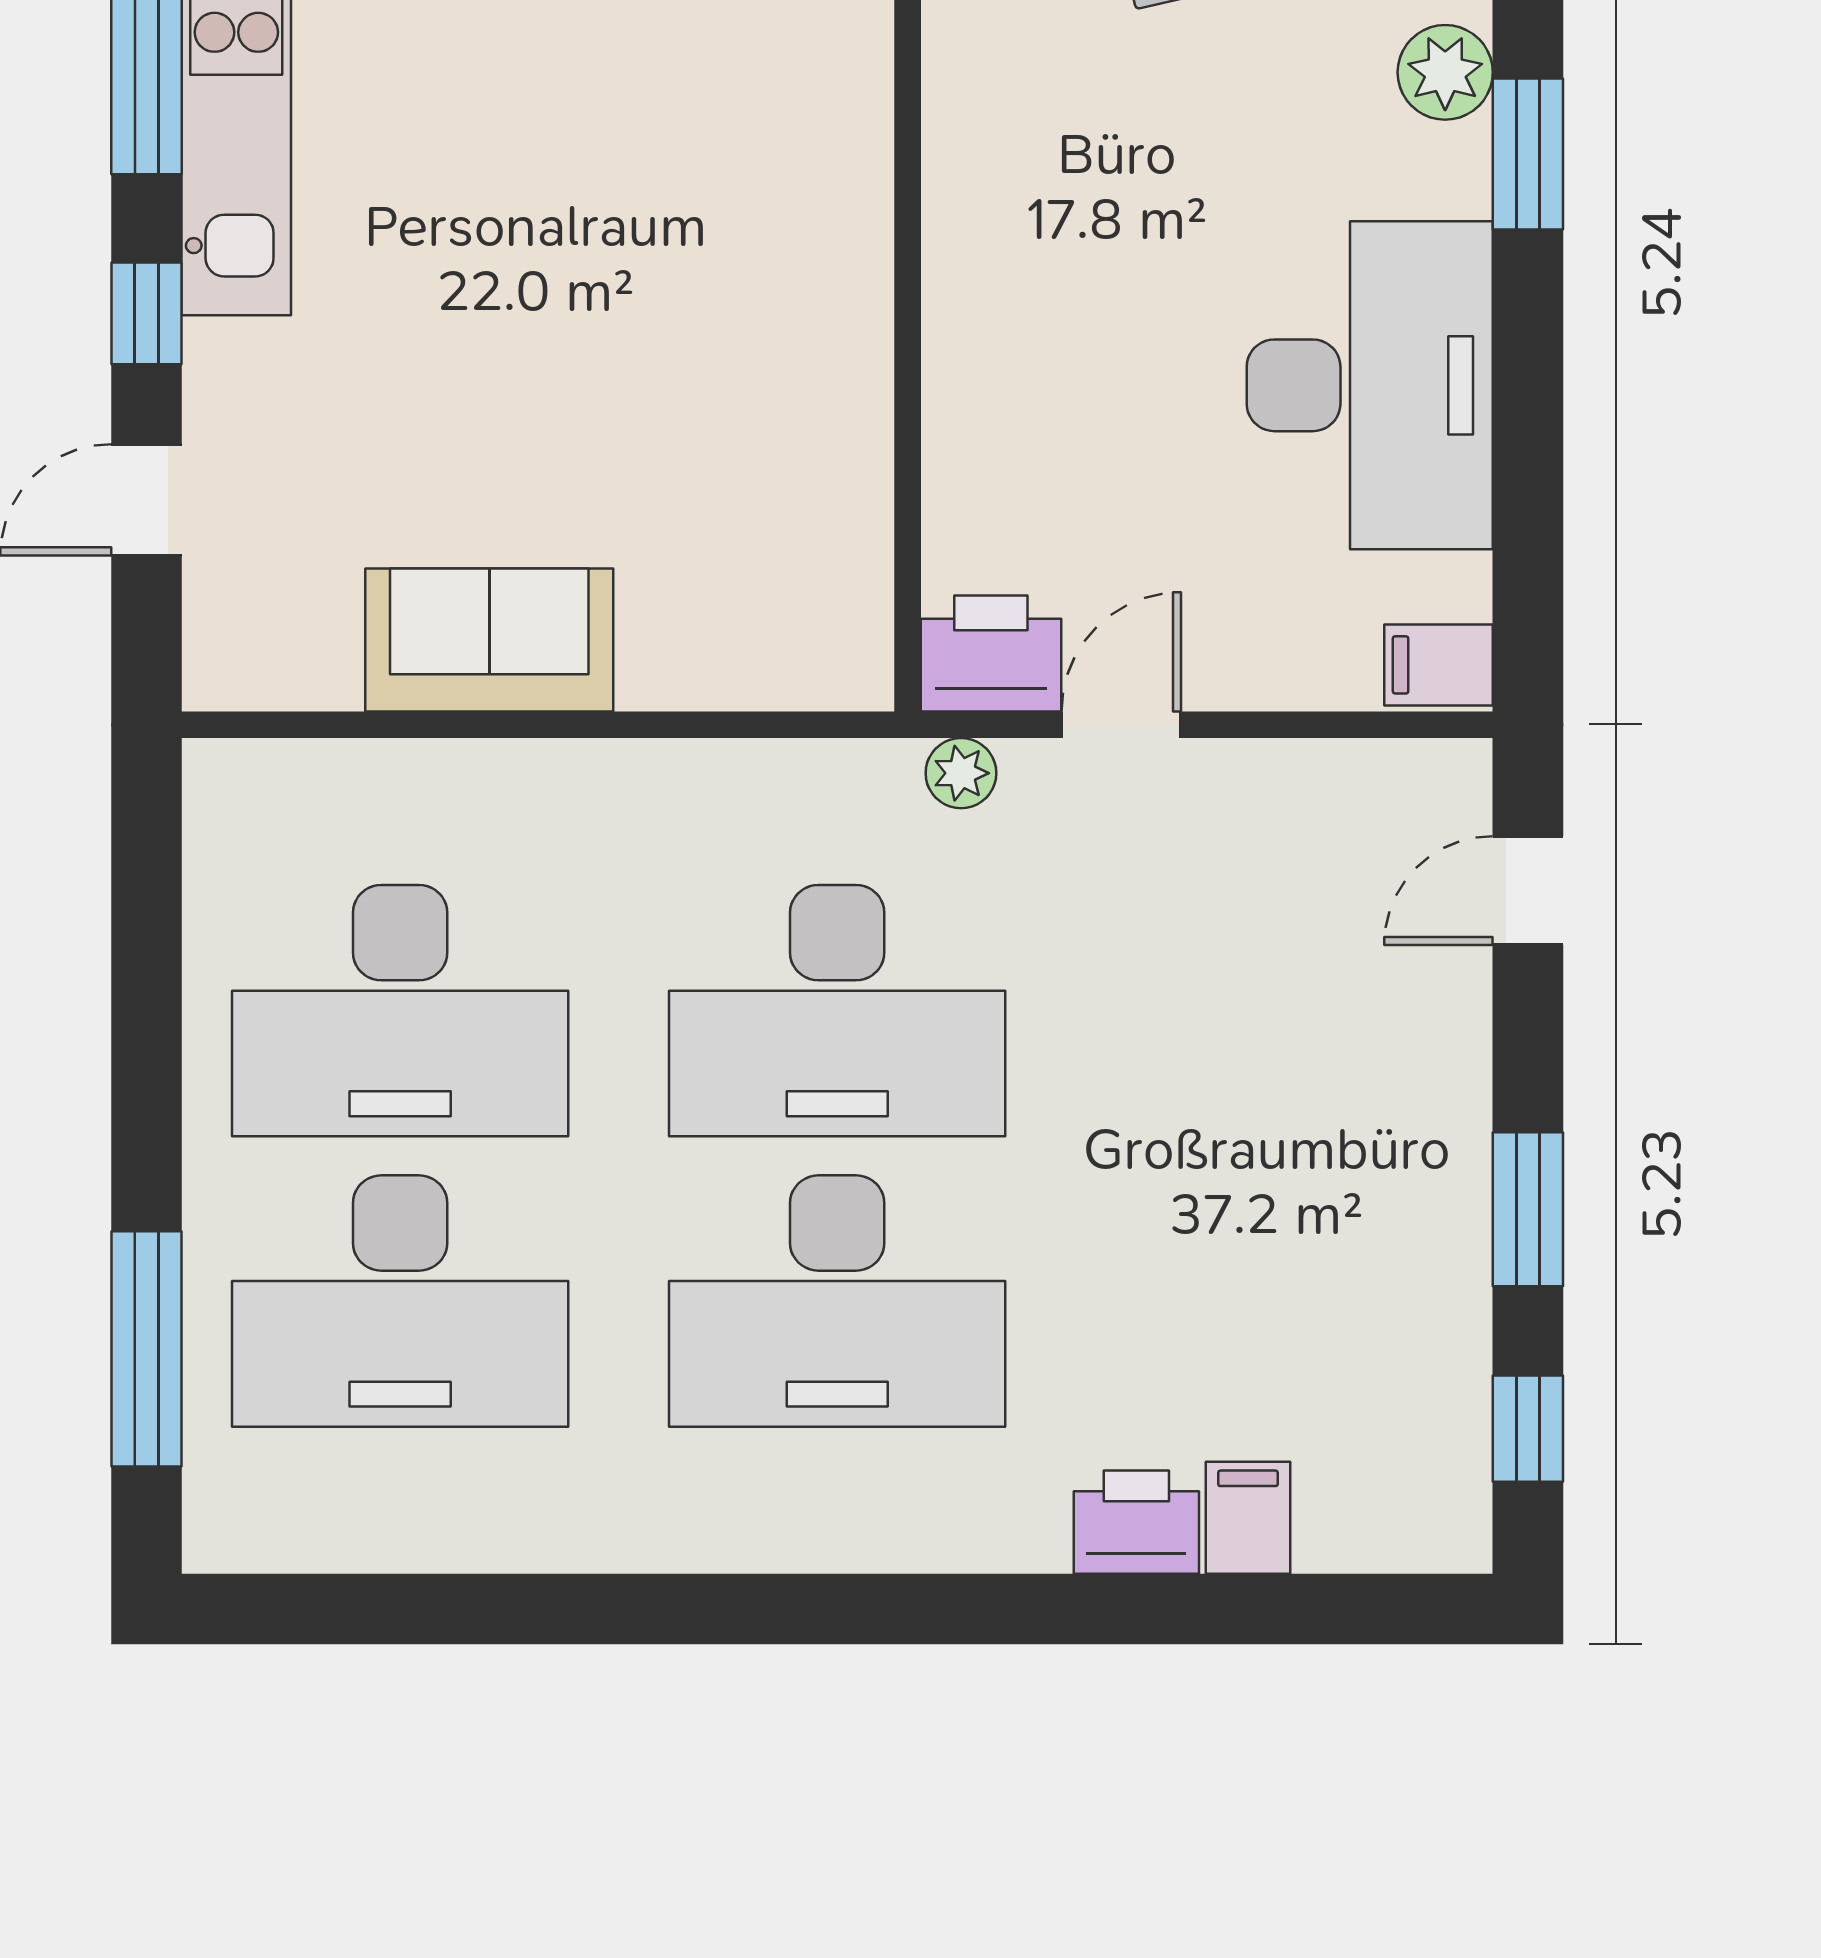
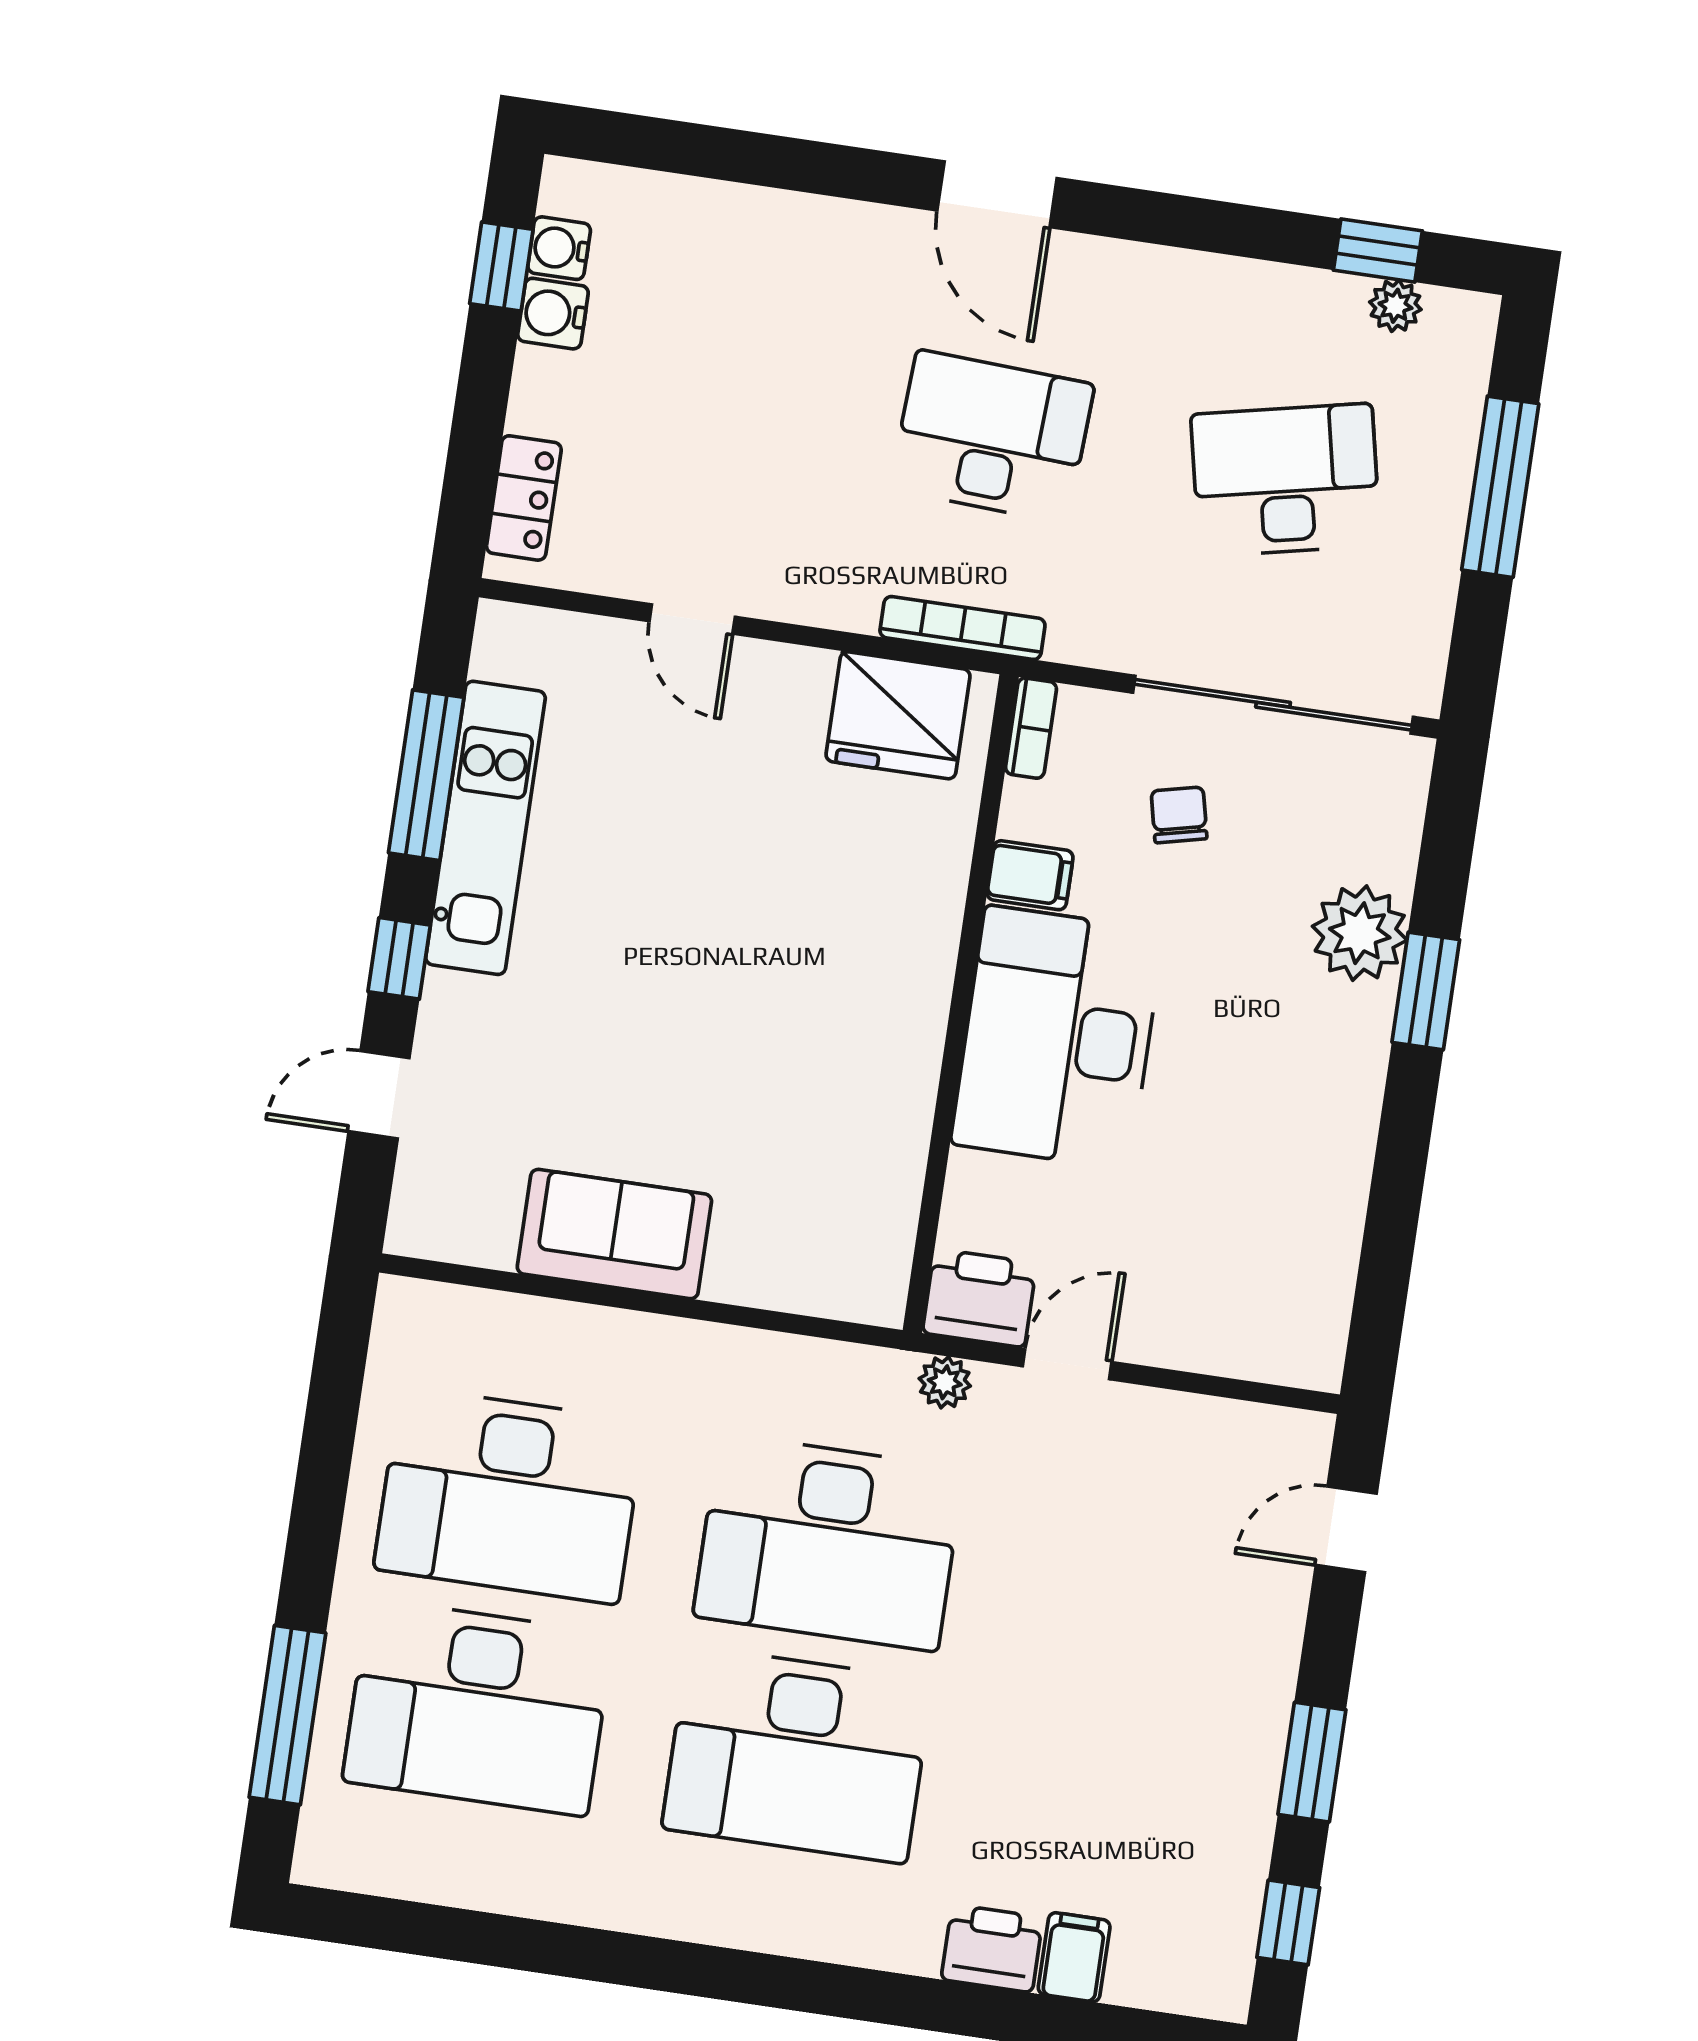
plant: (1445, 72) -> (1360, 933), width x1.36, depth x1.36
desk: (1370, 385) -> (1057, 1037), moved, turned 180
filing cabinet: (1438, 665) -> (1030, 875), moved, turned 180

